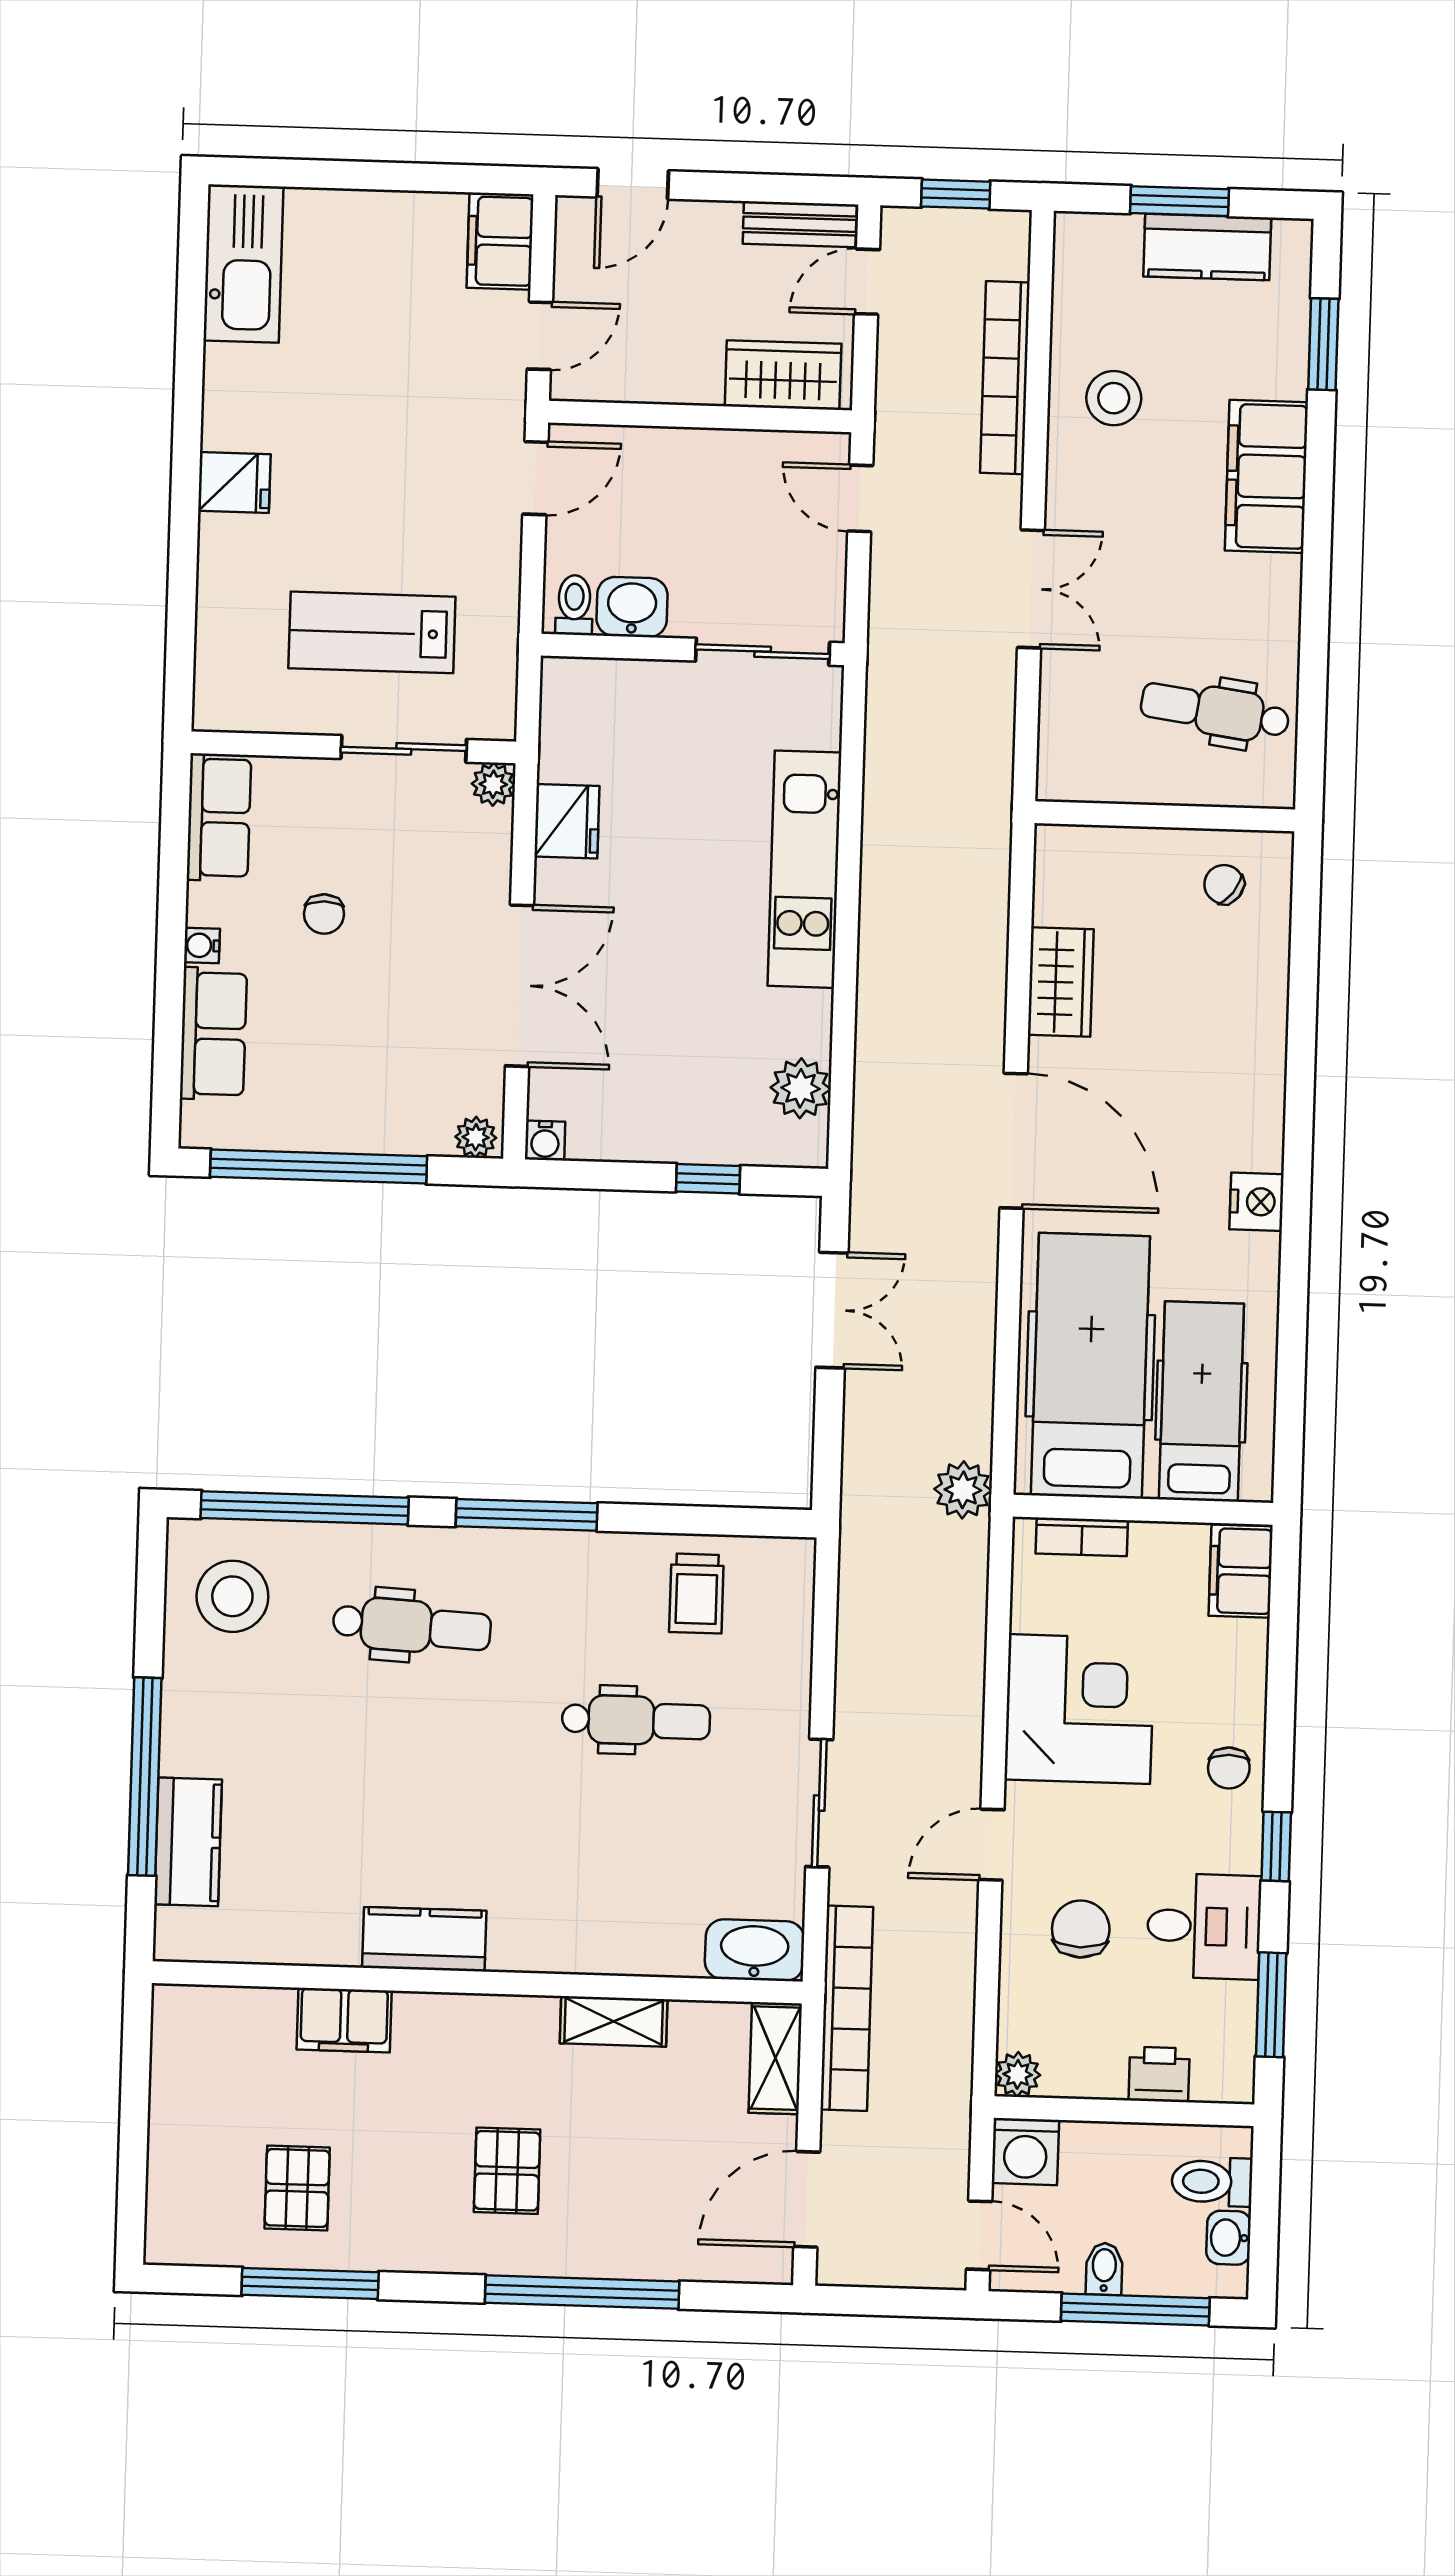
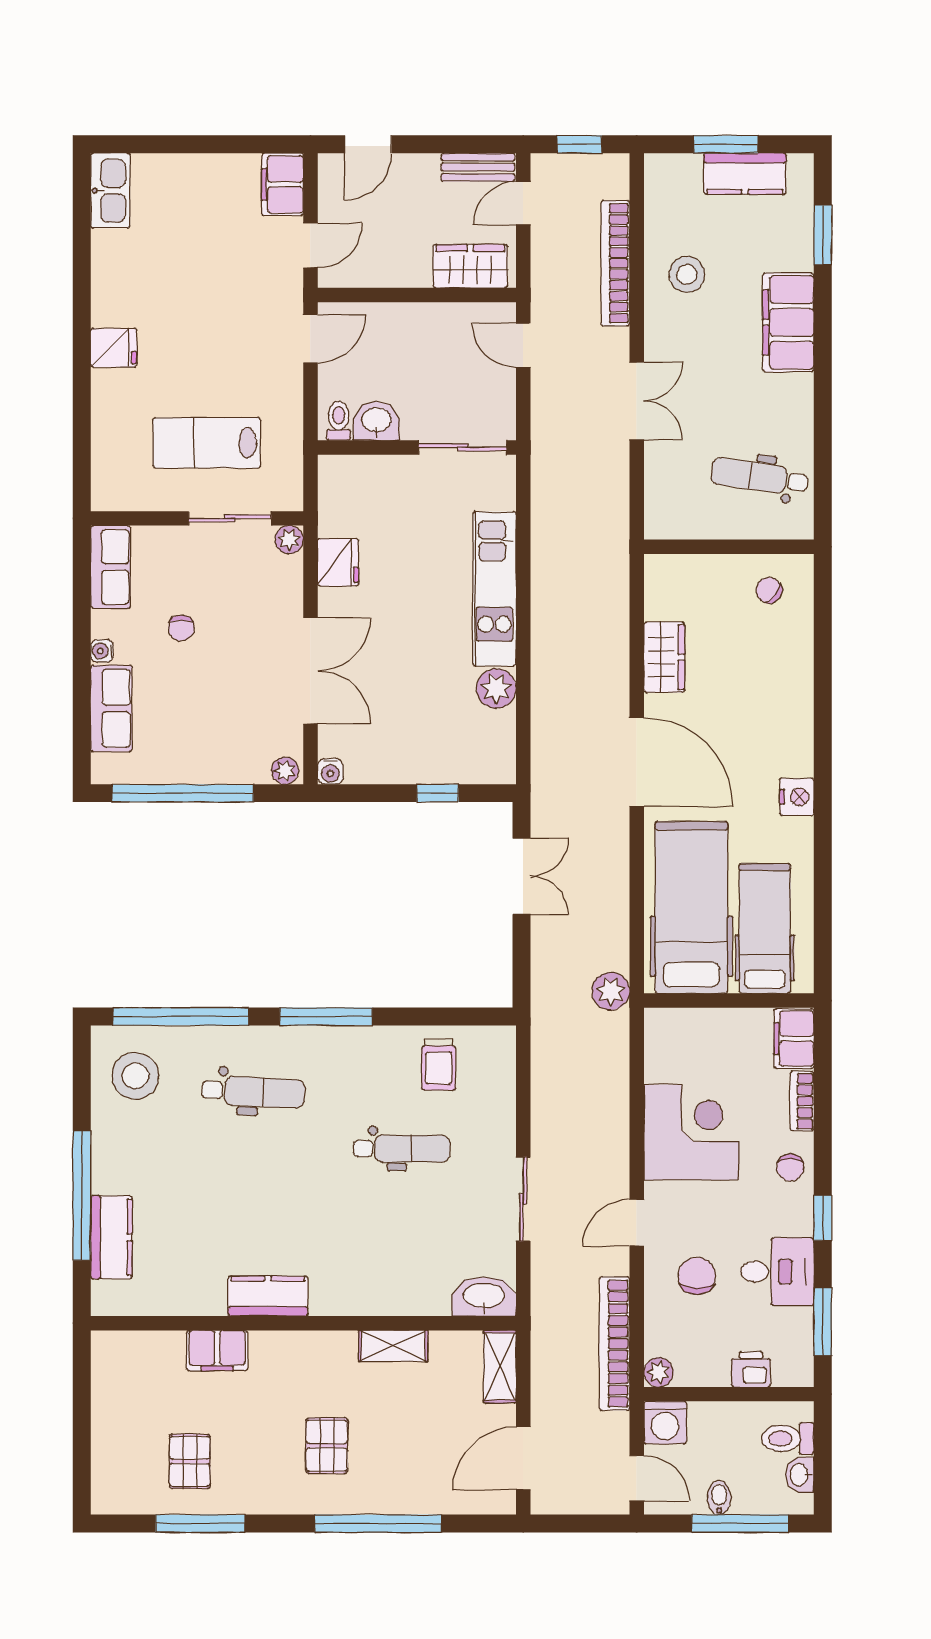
kitchen sink: (243, 264) -> (110, 191), width x0.73, depth x0.81
plant: (801, 1088) -> (496, 688), moved
bookcase: (1082, 1537) -> (802, 1101), moved, turned 90
bookcase: (847, 2008) -> (614, 1344), moved, turned 180

